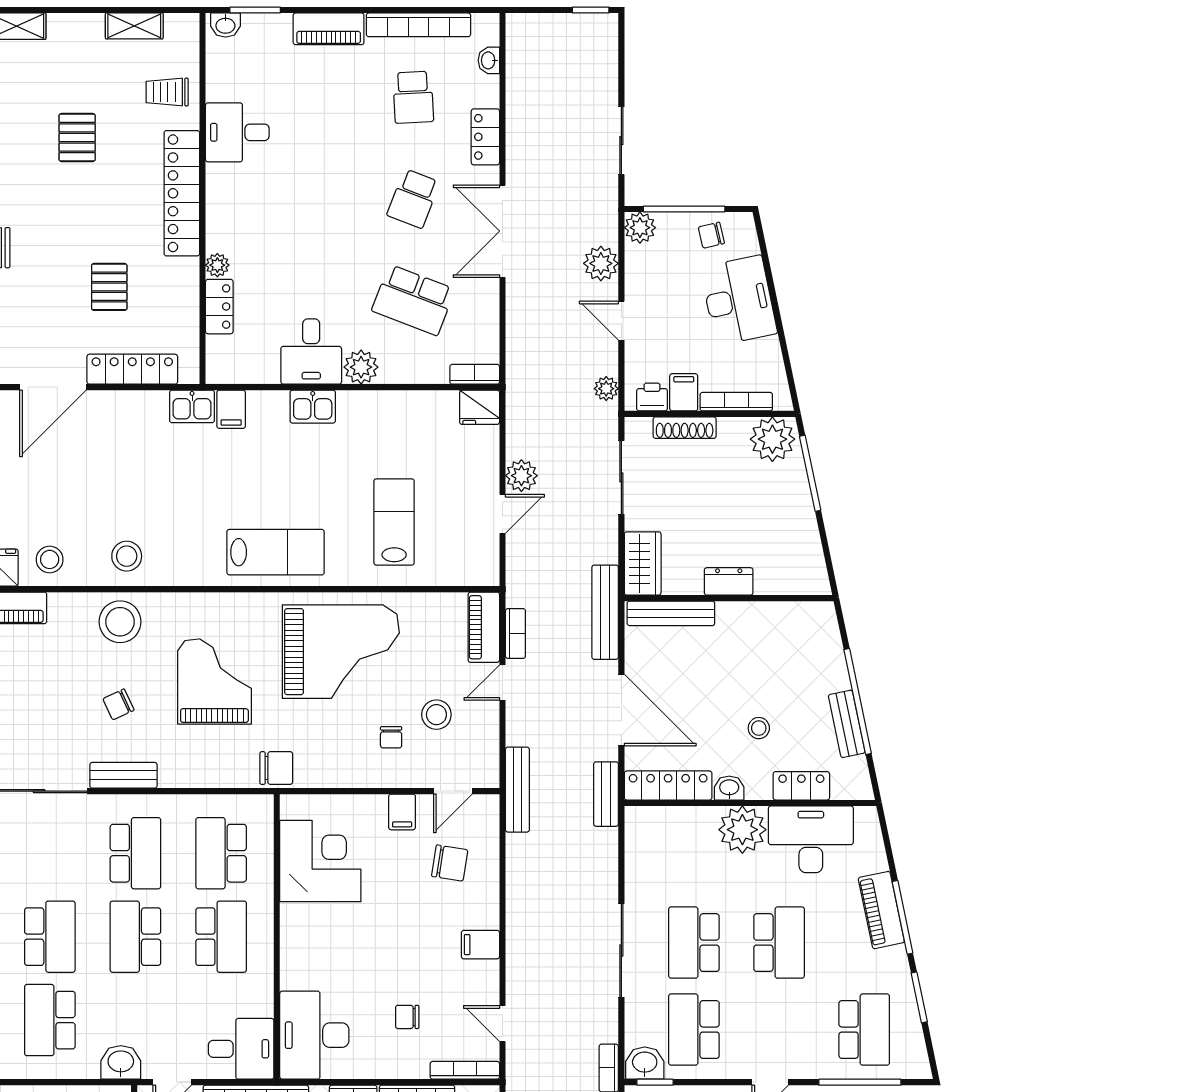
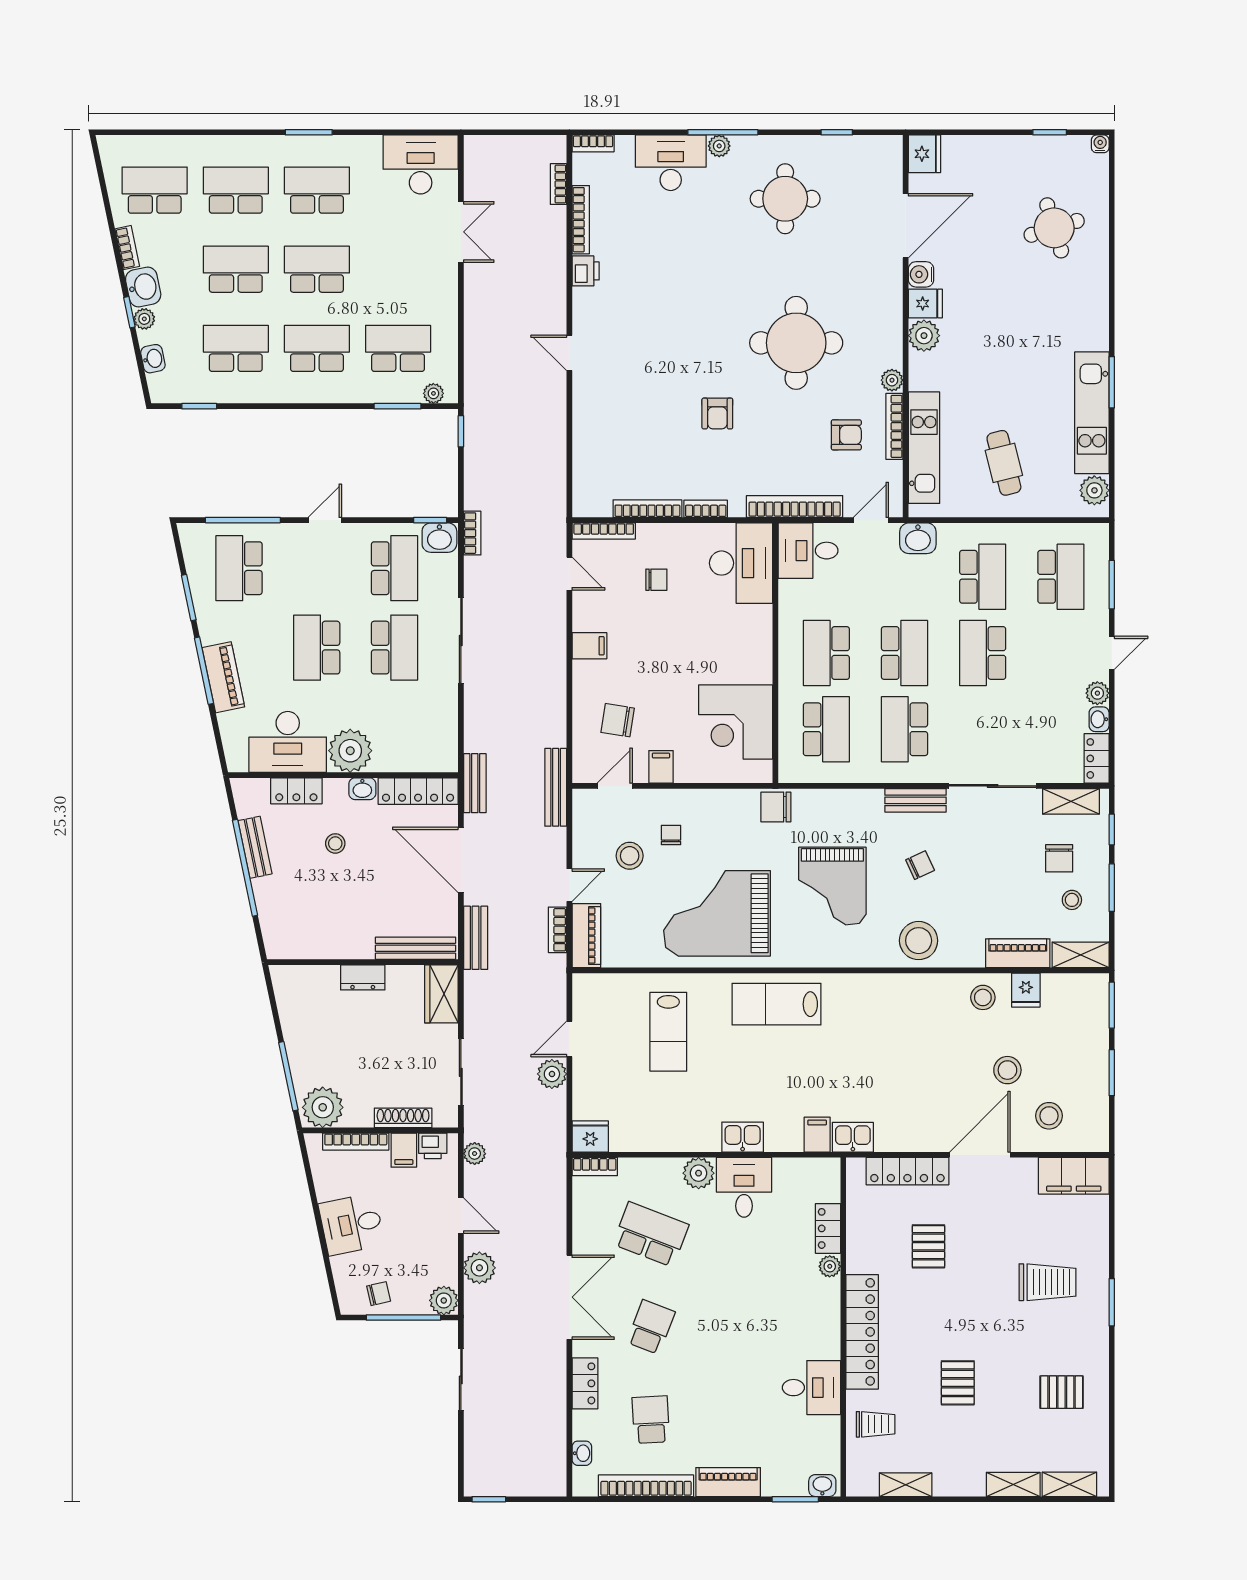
desk: (739, 300) -> (352, 1224), width x0.73
stool: (127, 556) -> (1007, 1070), moved
bench: (605, 612) -> (476, 938), width x0.73

